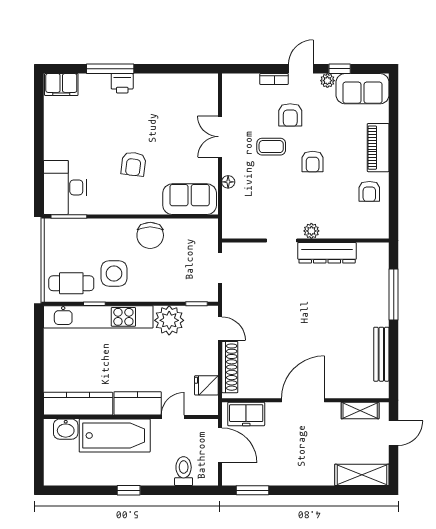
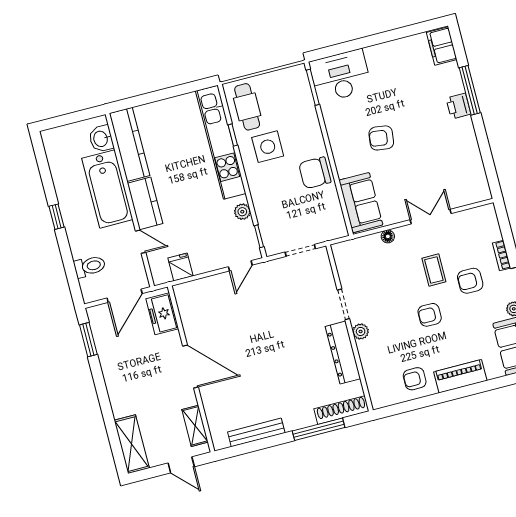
plant: (169, 320) -> (242, 212), width x0.53, depth x0.53
shoe rack: (230, 367) -> (341, 410), moved, turned 180

